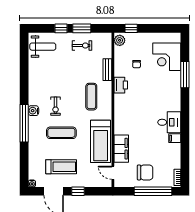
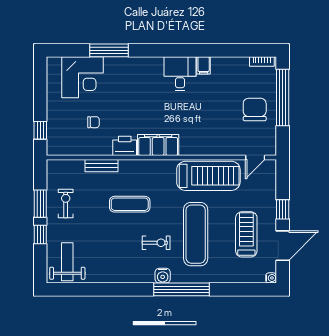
plant: (120, 40) -> (58, 147), removed
exercise mat: (91, 97) -> (130, 204), moved
exercise mat: (61, 133) -> (196, 234), width x1.36, depth x1.45
filing cabinet: (121, 149) -> (158, 145), moved

